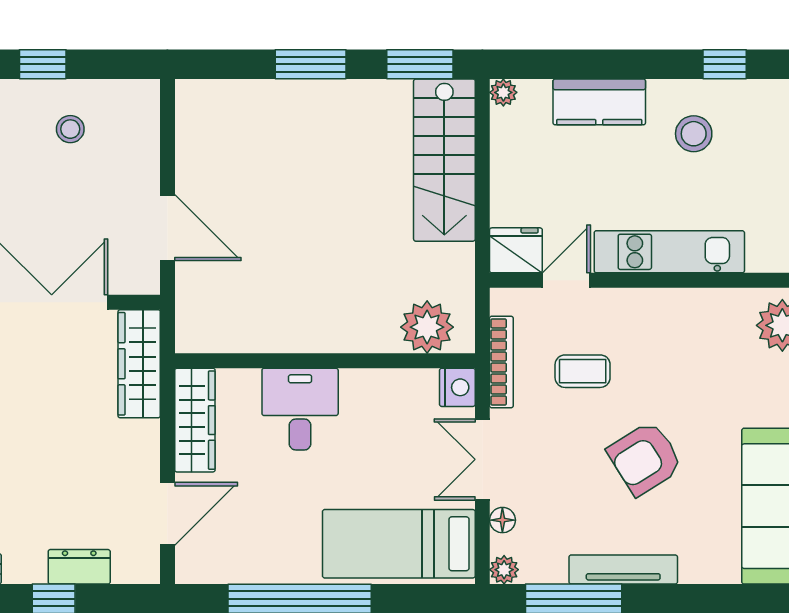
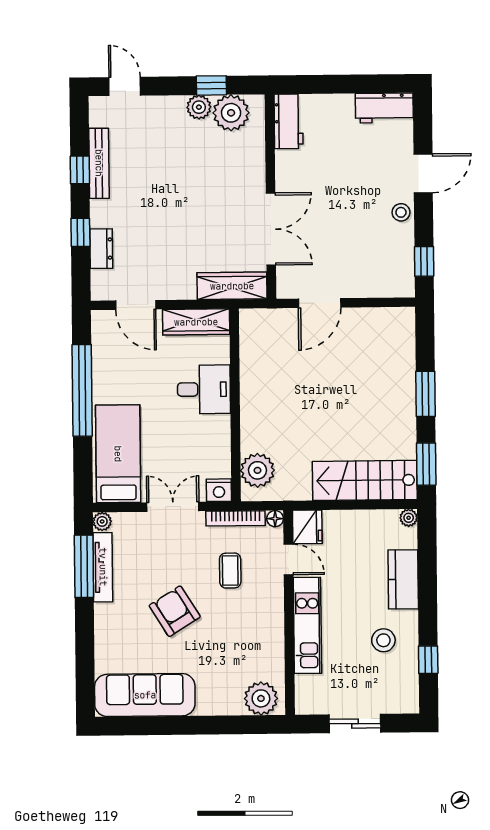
window: (43, 64) -> (424, 261), moved
stool: (70, 129) -> (401, 212), moved
floor lamp: (502, 520) -> (275, 519), moved
tv unit: (623, 569) -> (103, 567), moved

